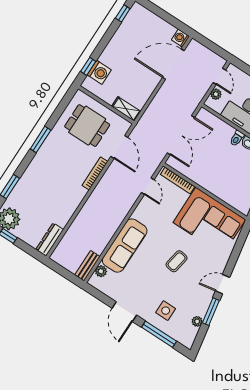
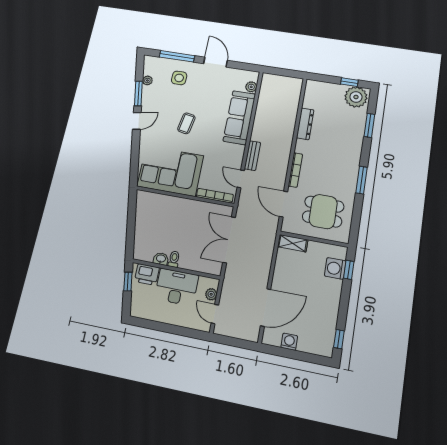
washing machine: (181, 38) -> (289, 342), moved, turned -90
dresser: (50, 240) -> (305, 124), moved
bench: (87, 266) -> (252, 156), moved

